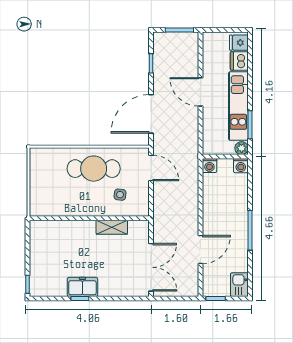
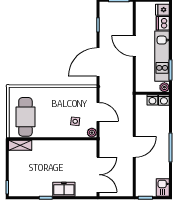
washing machine: (209, 166) -> (152, 100), moved
door: (151, 168) -> (98, 112), moved
cafe table: (94, 169) -> (25, 117), moved, turned 90
plant: (143, 210) -> (92, 133), added
shelving: (112, 227) -> (20, 145), moved
door: (200, 250) -> (134, 147), moved
freezer: (82, 287) -> (64, 189), moved

